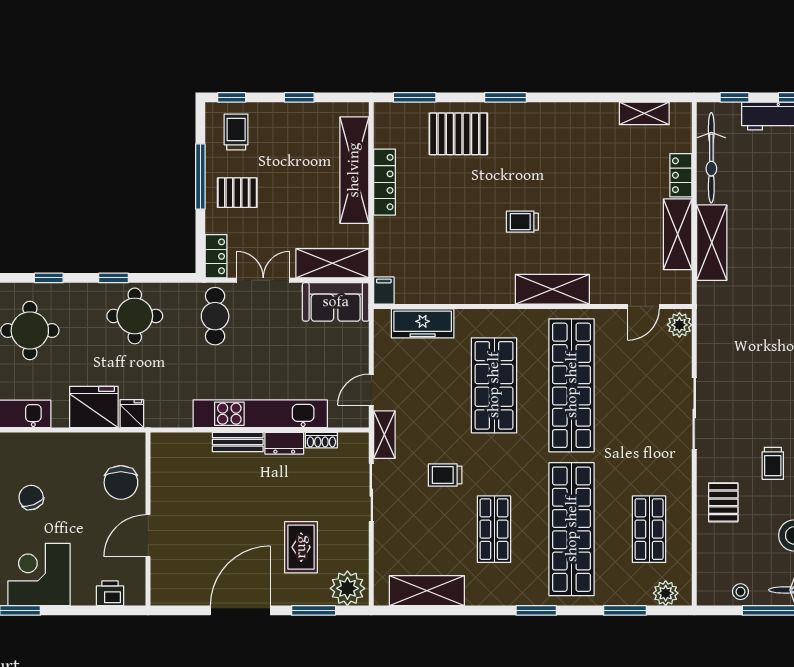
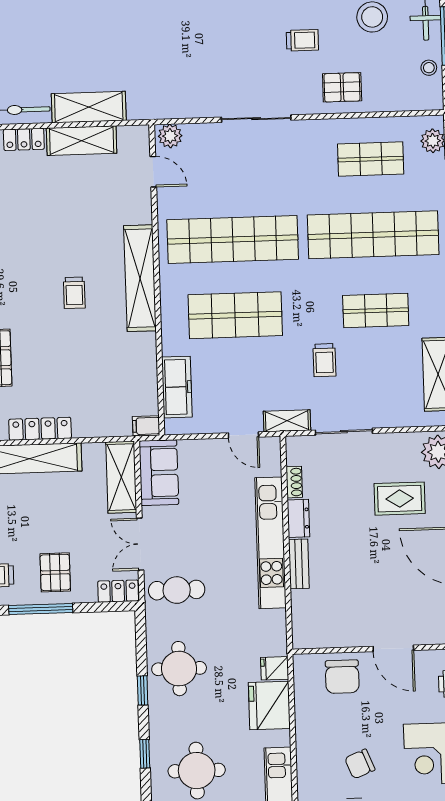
shelving: (552, 289) -> (140, 278), width x1.47
chair: (121, 482) -> (342, 677), turned 90

